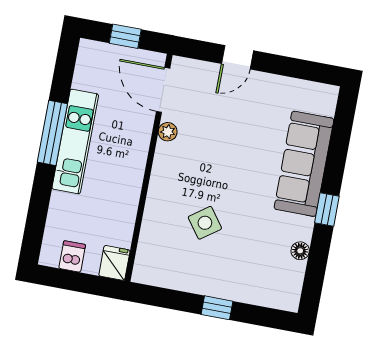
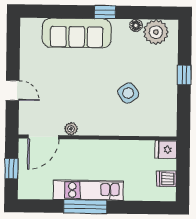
plant: (286, 278) -> (156, 32), added

